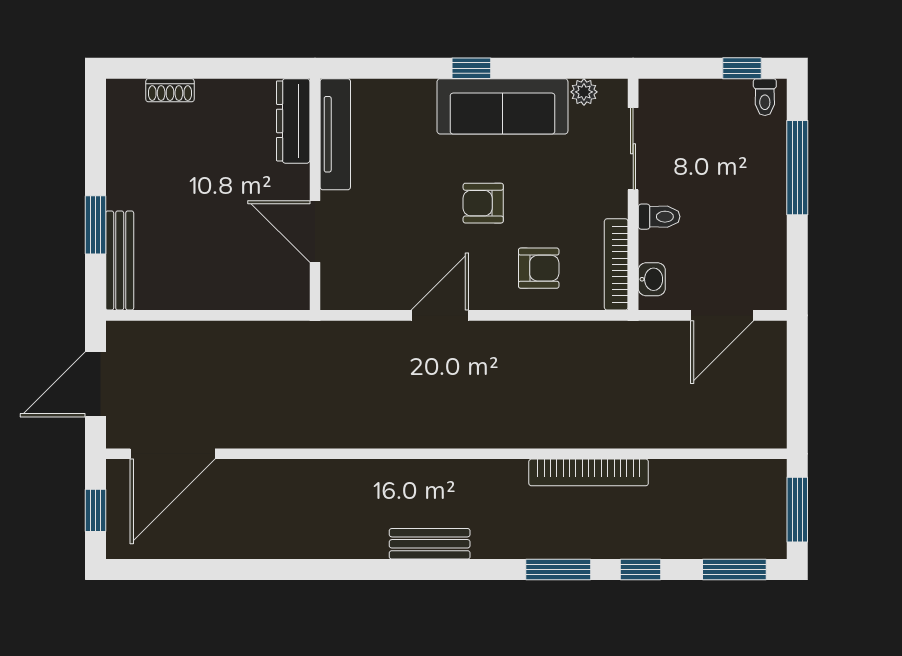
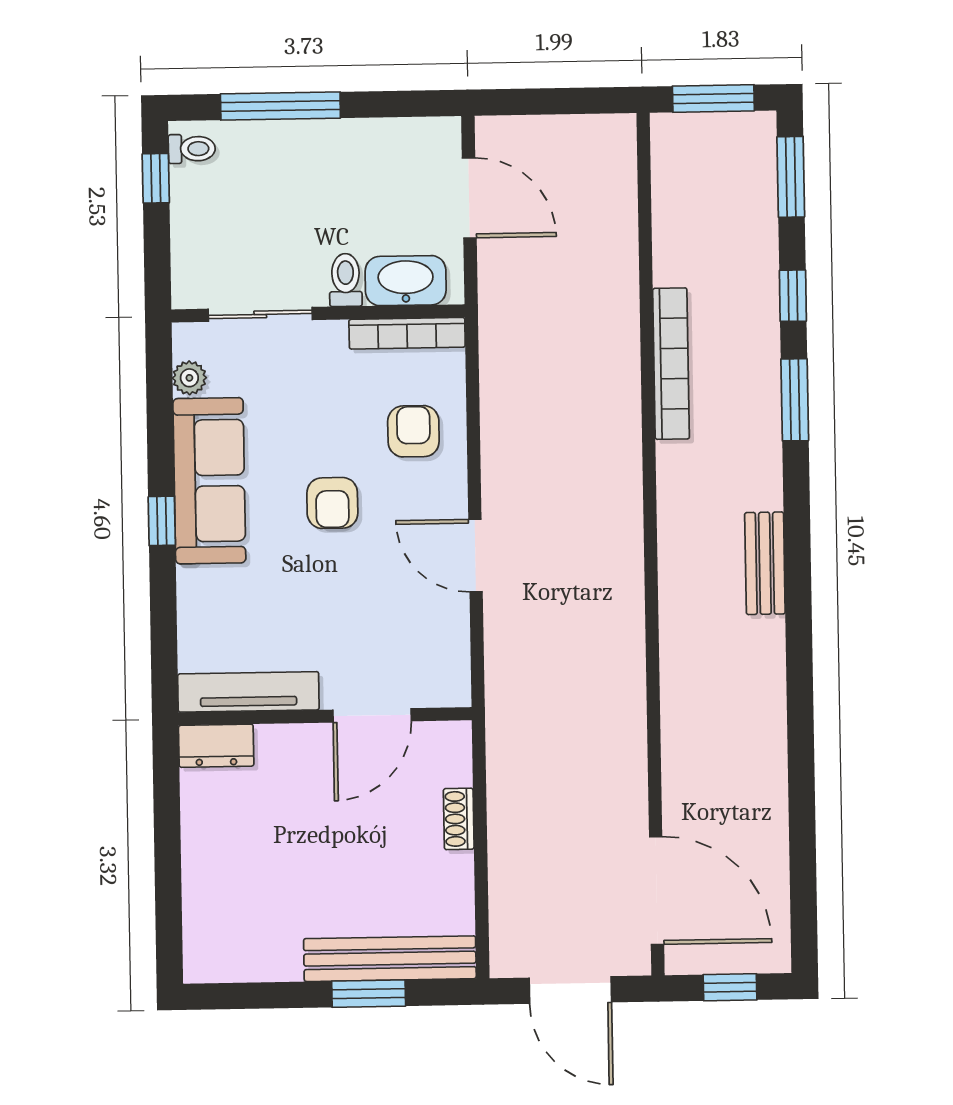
shoe rack: (170, 90) -> (459, 819), moved, turned 180
dresser: (293, 121) -> (216, 746), width x0.70
bench: (120, 261) -> (390, 959), width x1.37, depth x1.21
washbasin: (652, 279) -> (406, 281), width x1.91, depth x1.45

